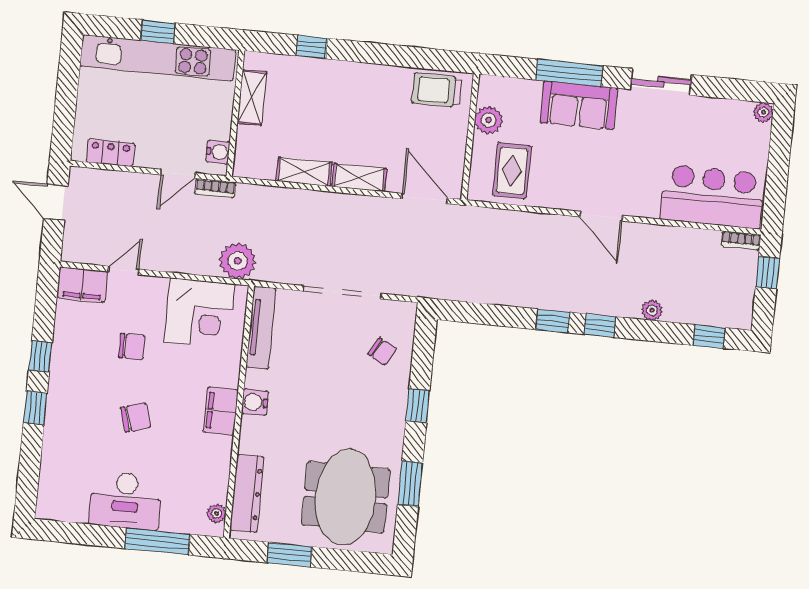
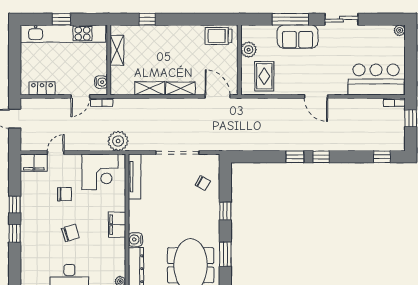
plant: (652, 310) -> (349, 146), removed
water cooler: (255, 402) -> (135, 240), moved

